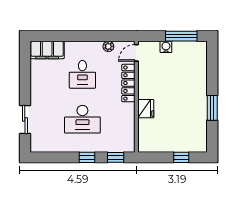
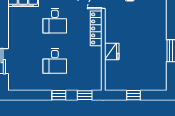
desk: (82, 119) -> (55, 61), width x0.73
window: (181, 157) -> (134, 95), moved

